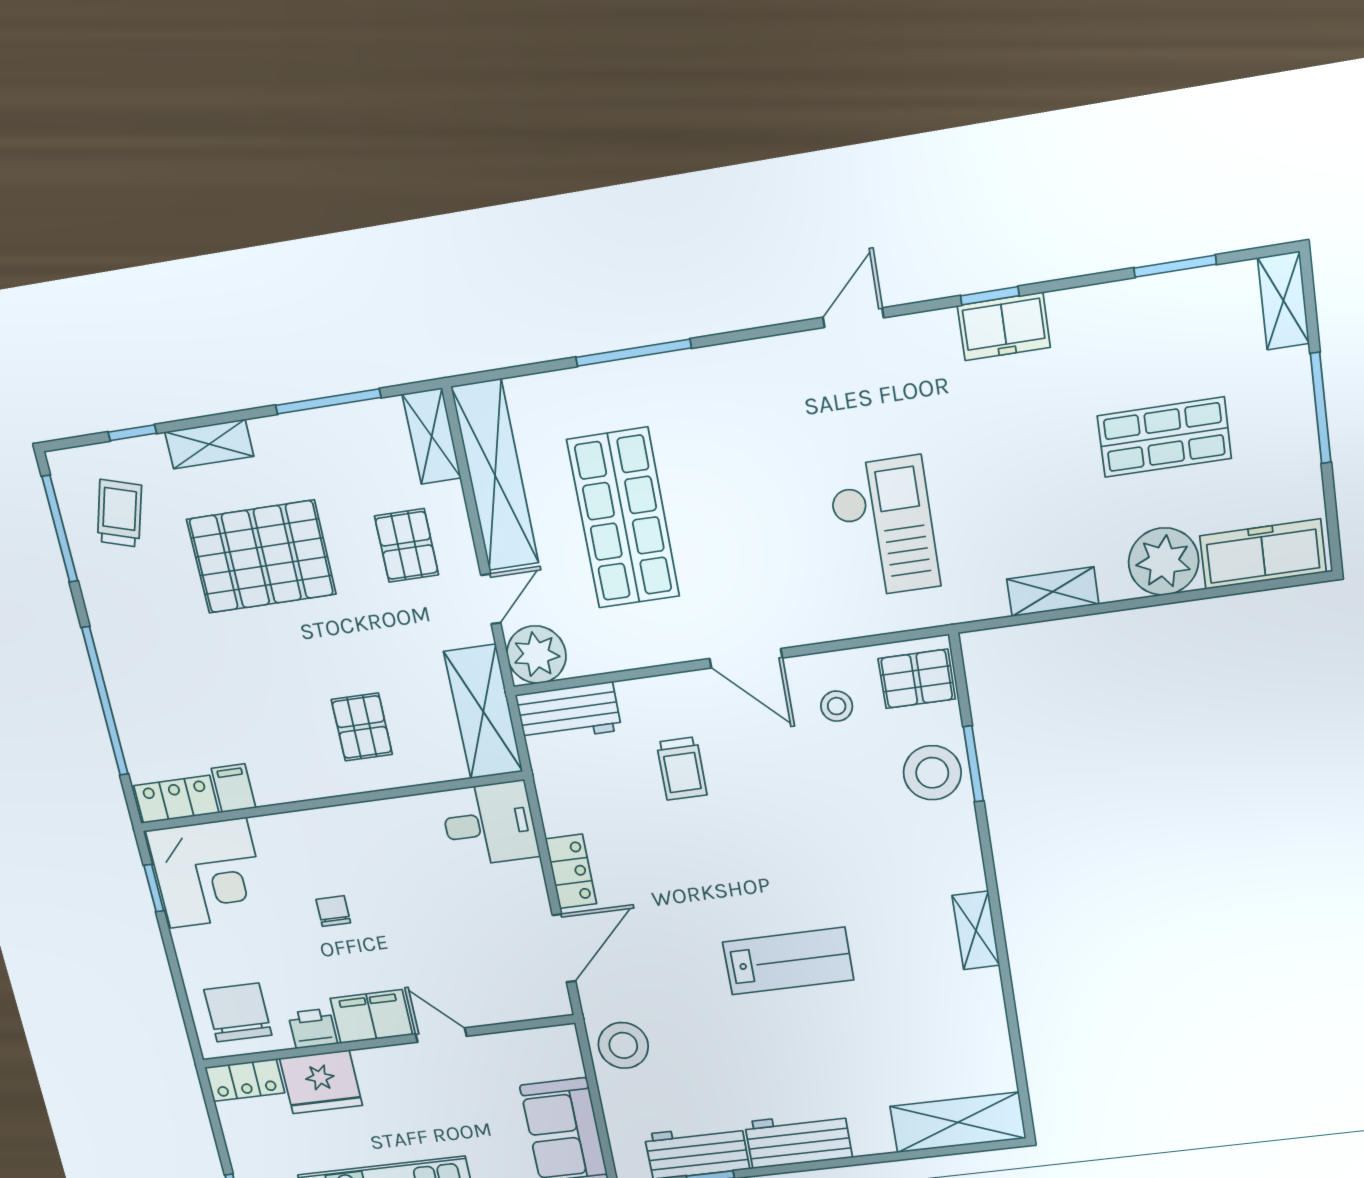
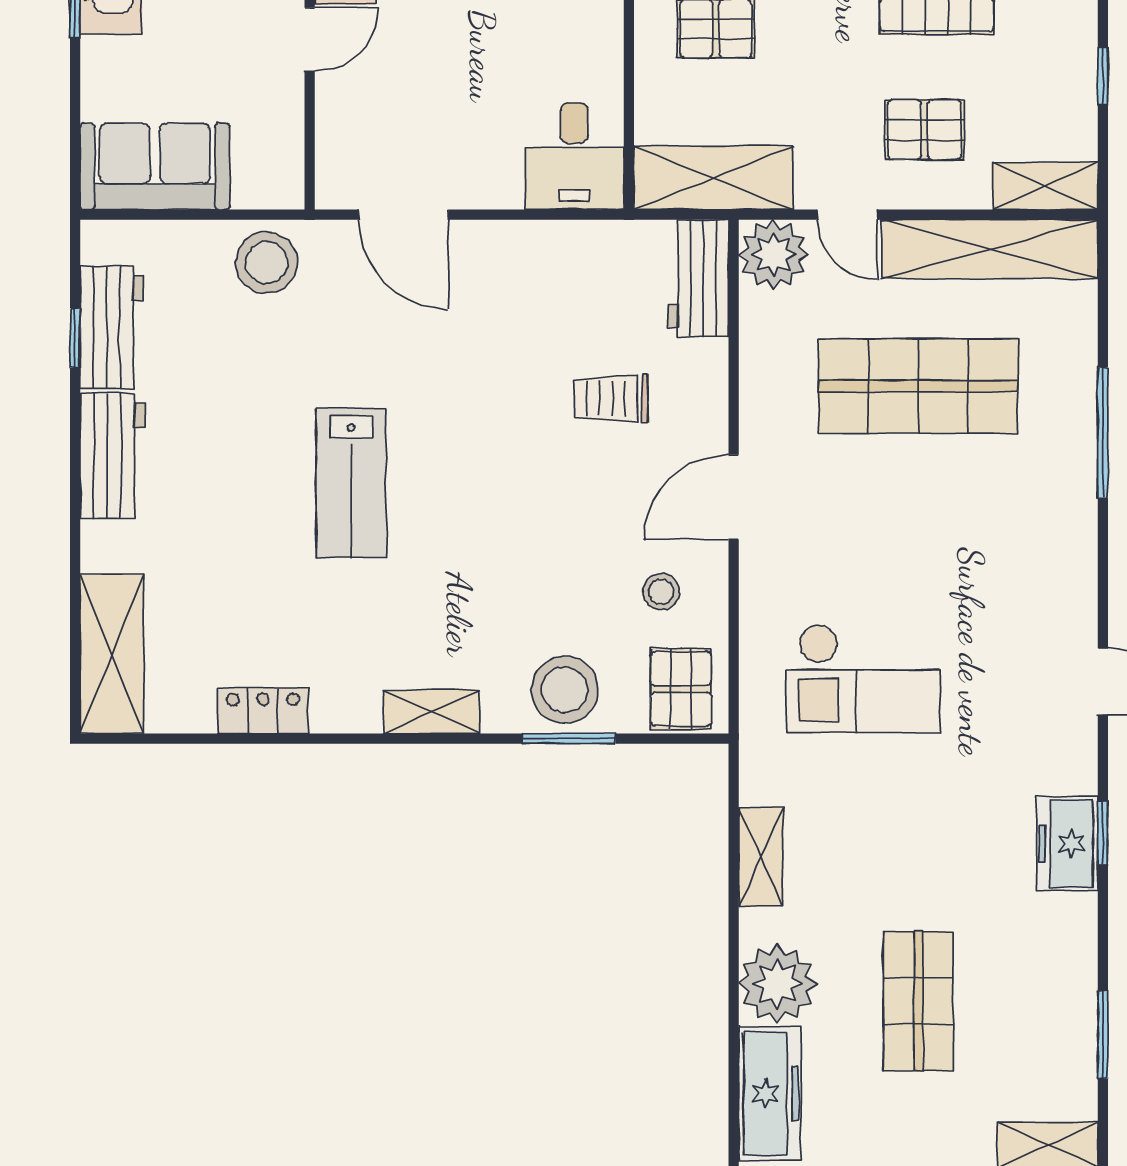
window: (328, 401) -> (1103, 76), width x0.46
locker: (571, 871) -> (263, 711), moved, turned 180
shelving: (976, 930) -> (431, 712), moved

